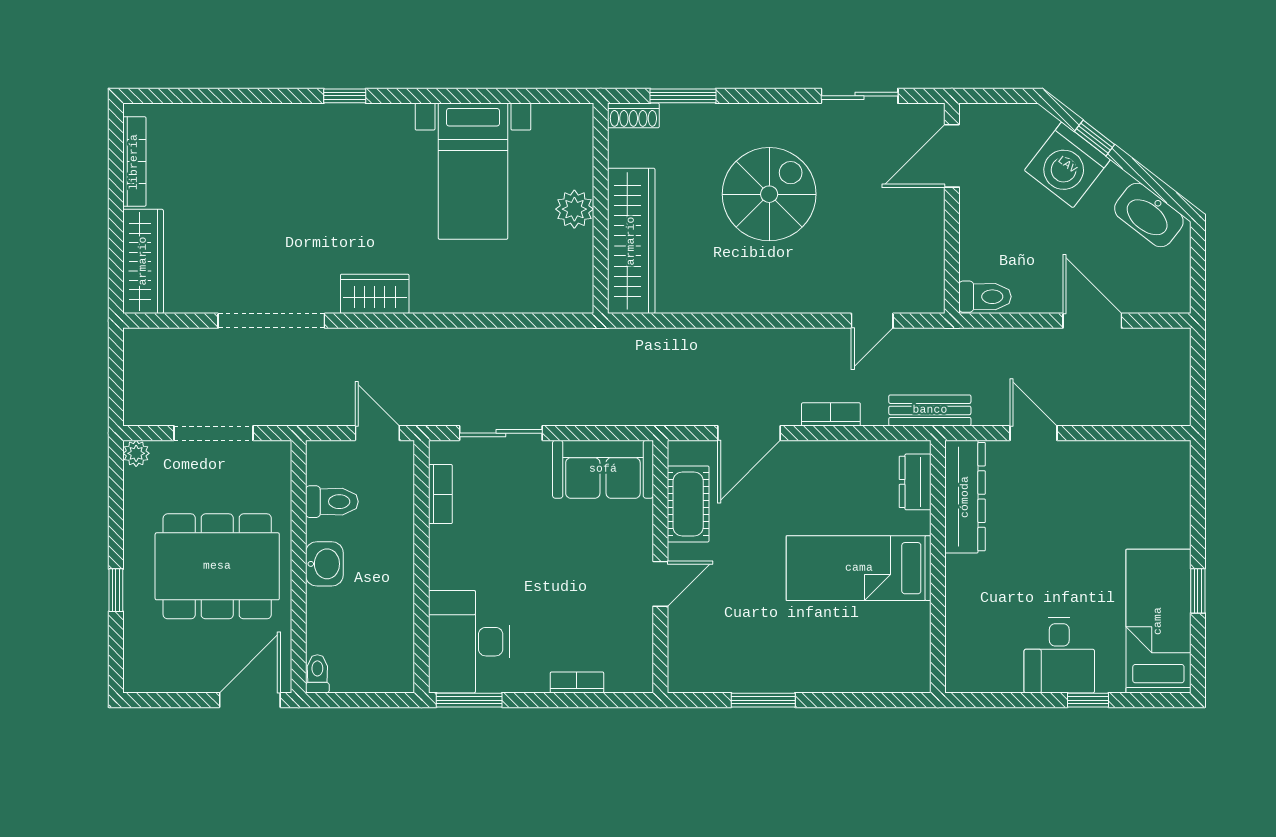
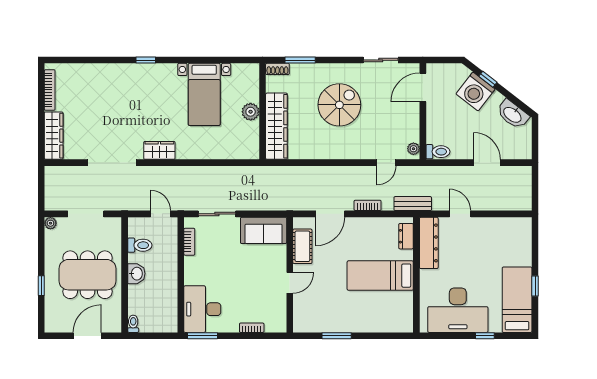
plant: (932, 290) -> (413, 149), added
desk: (1059, 655) -> (458, 310), width x1.87, depth x1.30
door: (250, 700) -> (87, 336), moved

